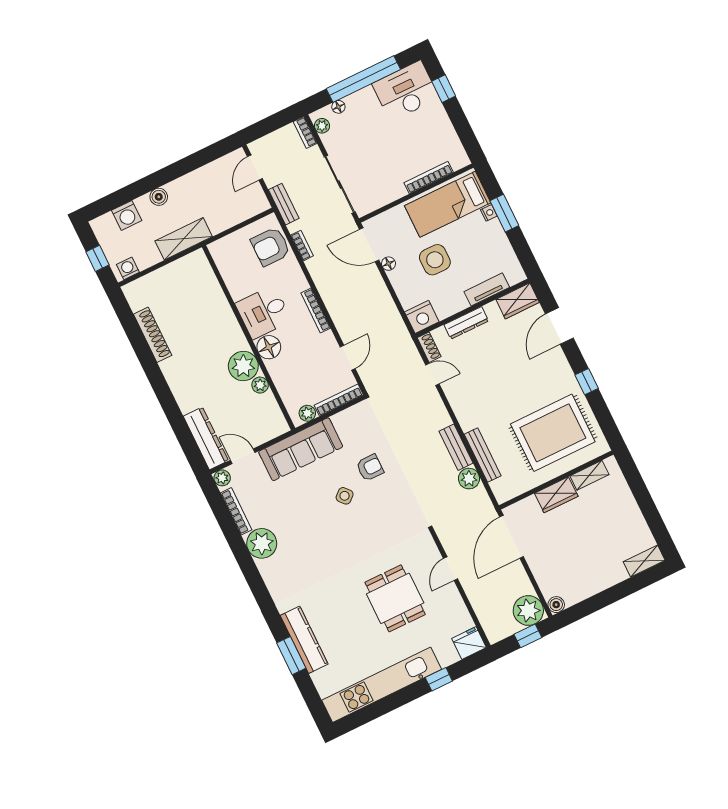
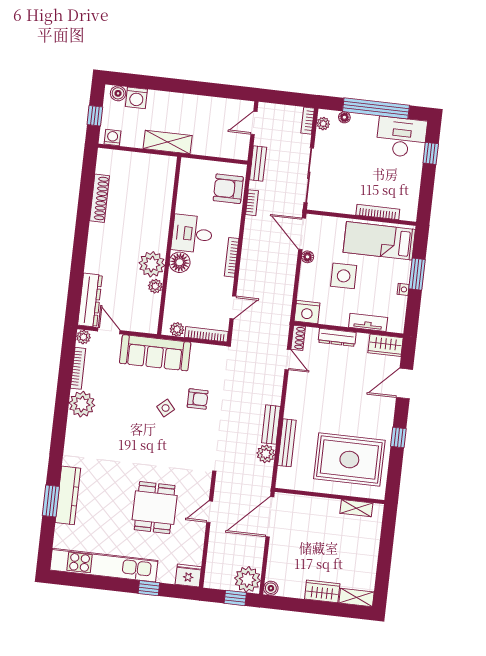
boiler: (159, 197) -> (118, 93), moved
nightstand: (489, 213) -> (403, 289), moved
wardrobe: (556, 495) -> (322, 591), moved, turned 180

